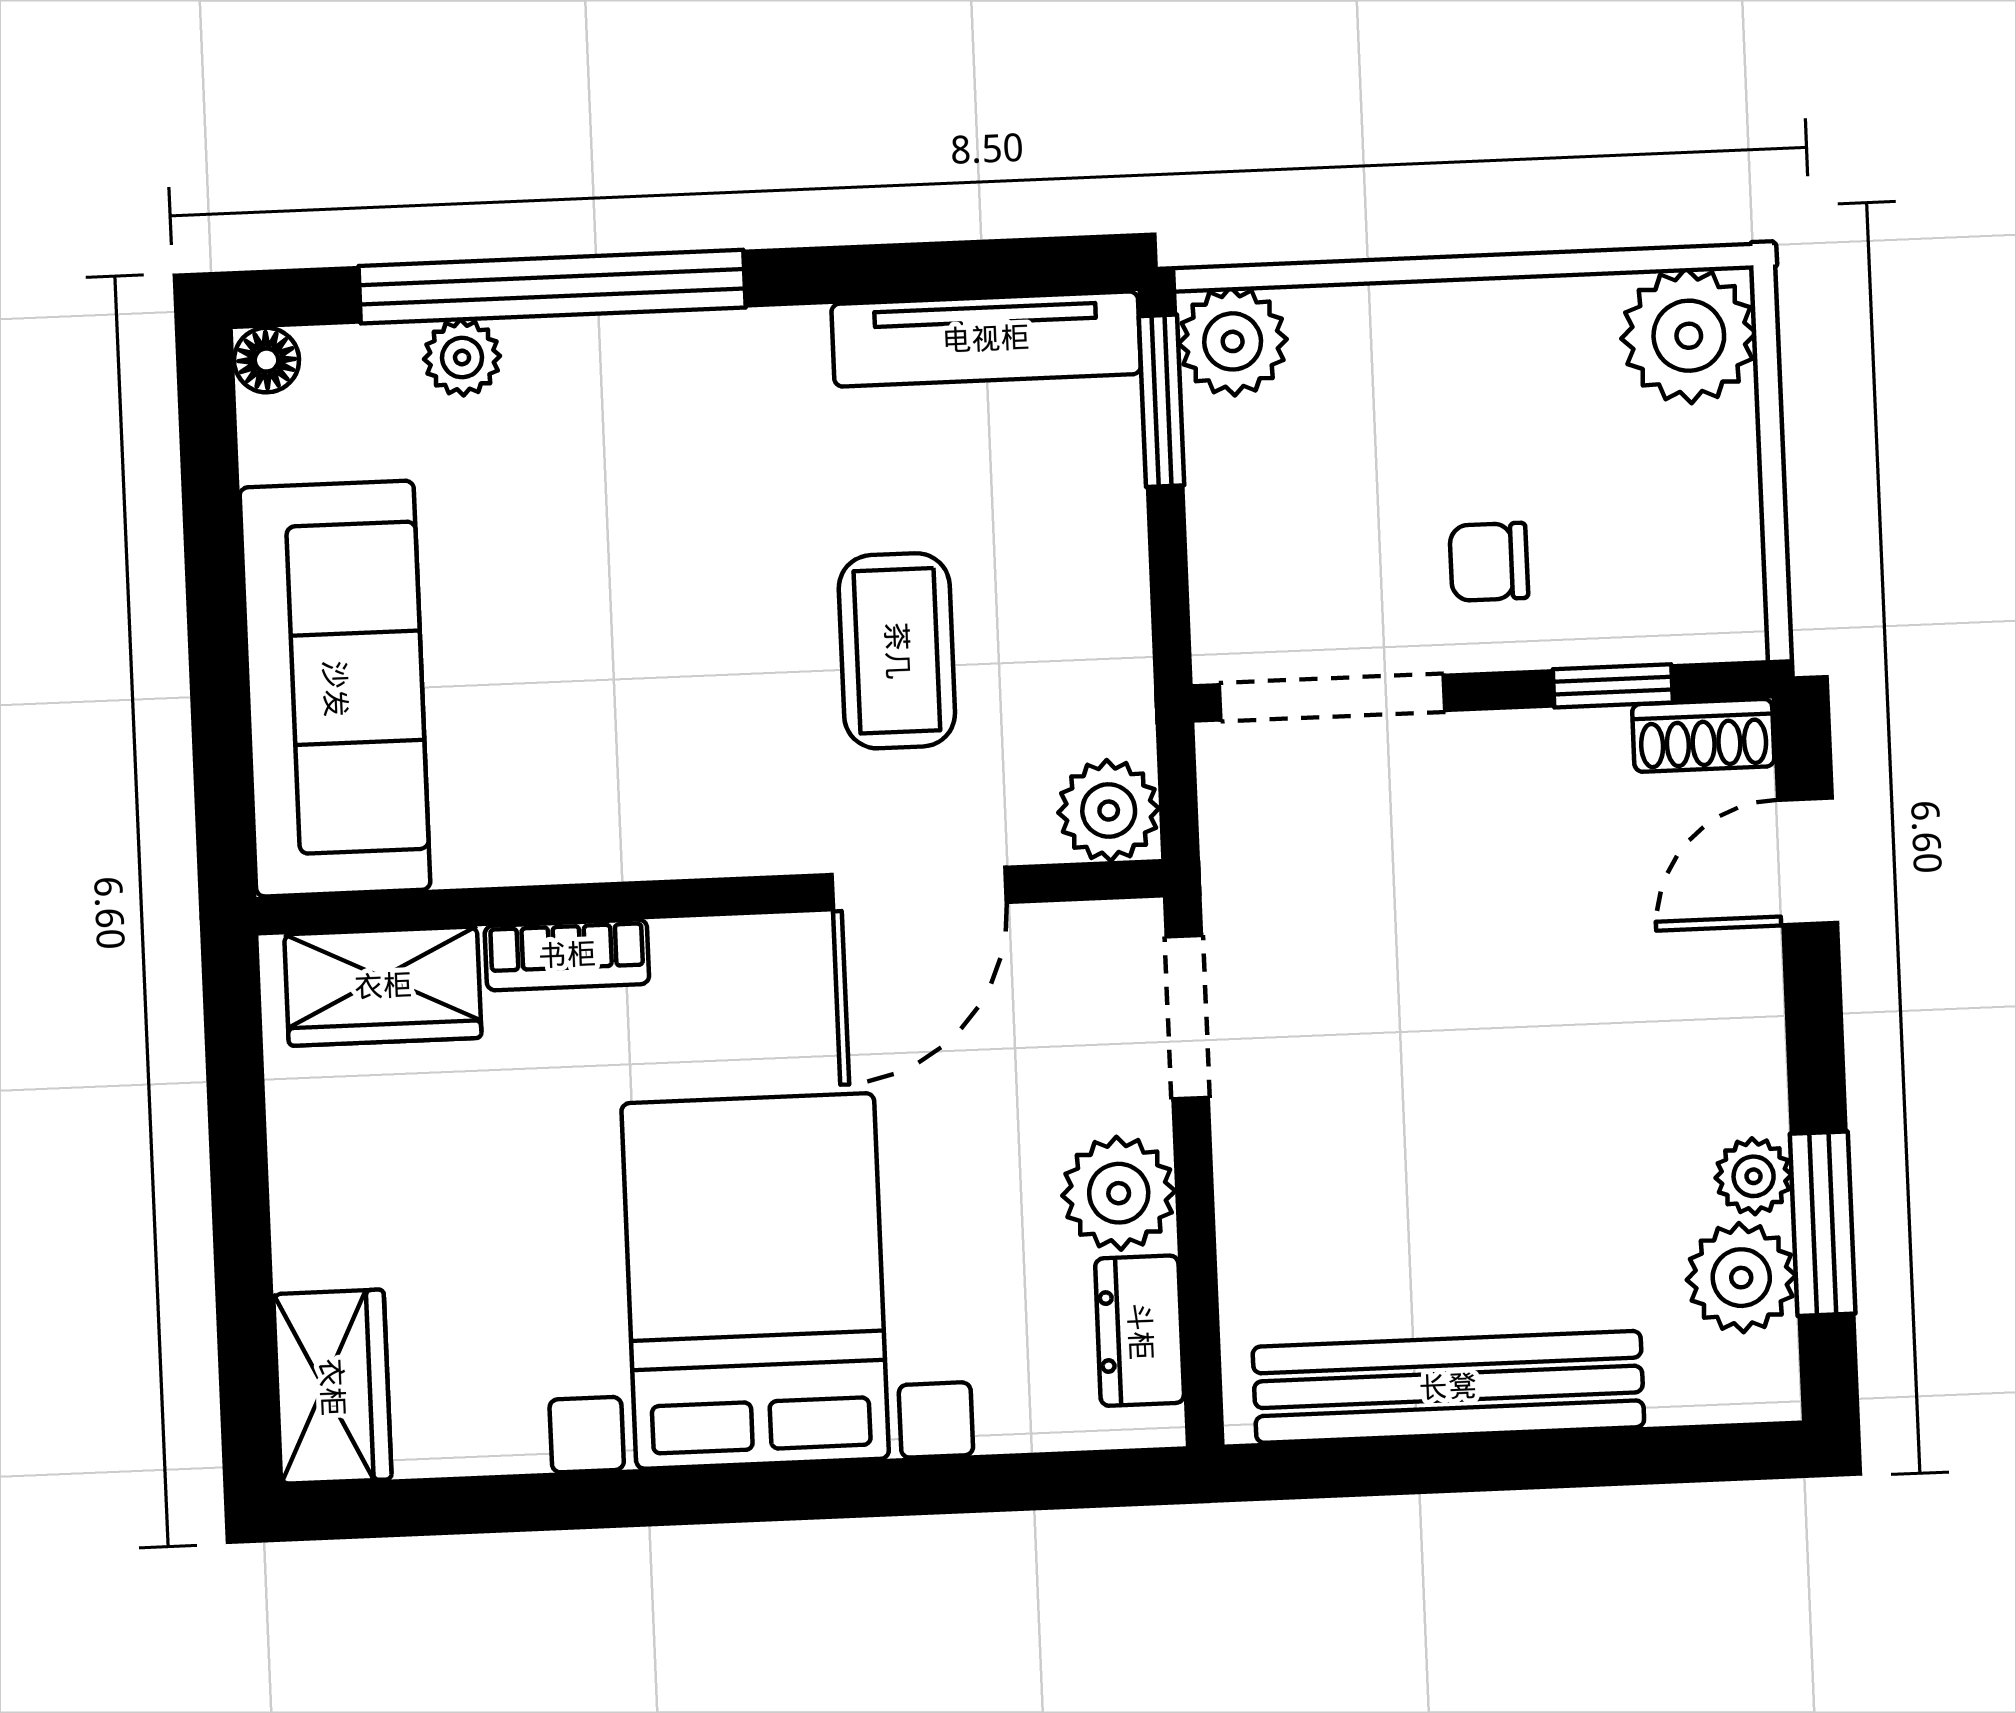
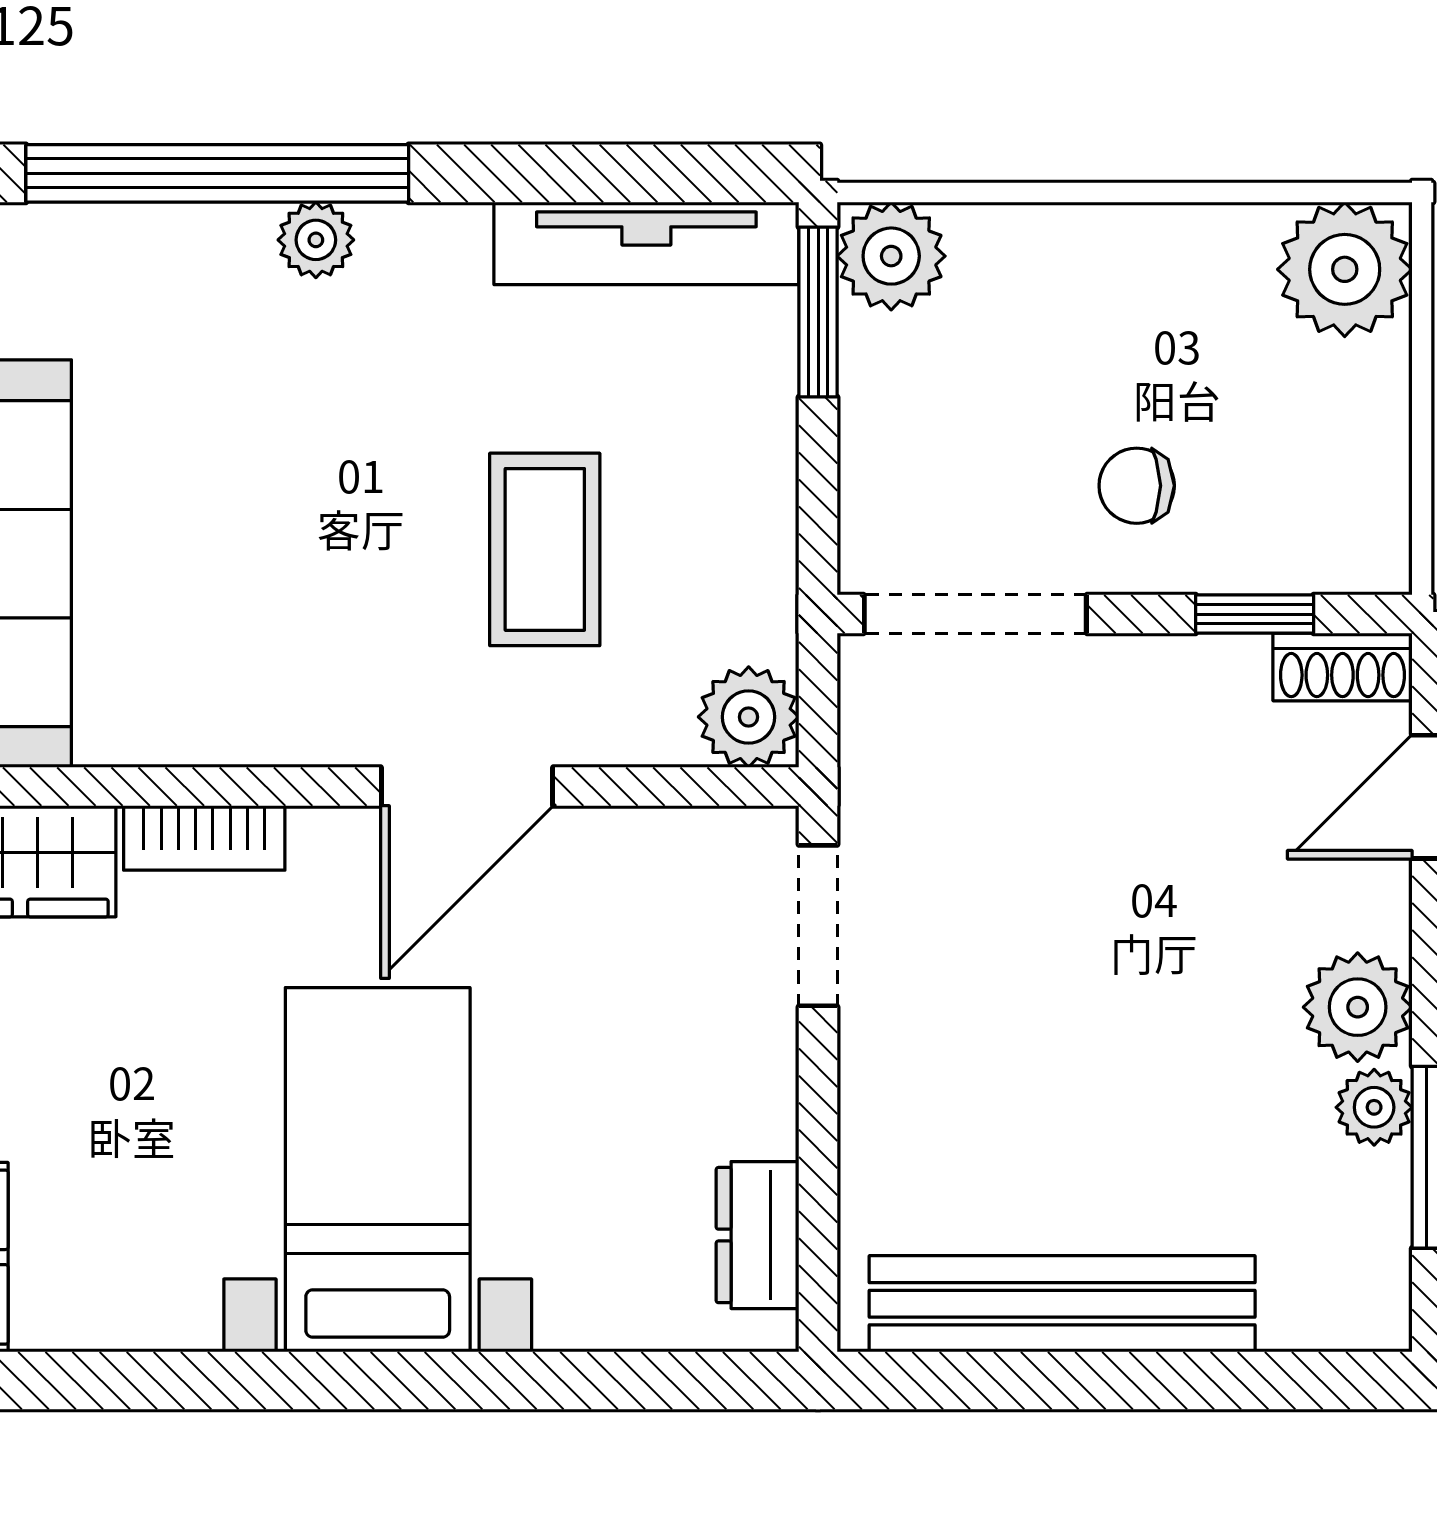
plant: (462, 358) -> (316, 240), moved
door: (919, 888) -> (467, 786), moved
plant: (1119, 1193) -> (743, 1098), removed
plant: (1741, 1278) -> (1358, 1007), moved
bed with nightstands: (755, 1281) -> (378, 1170), width x0.73

